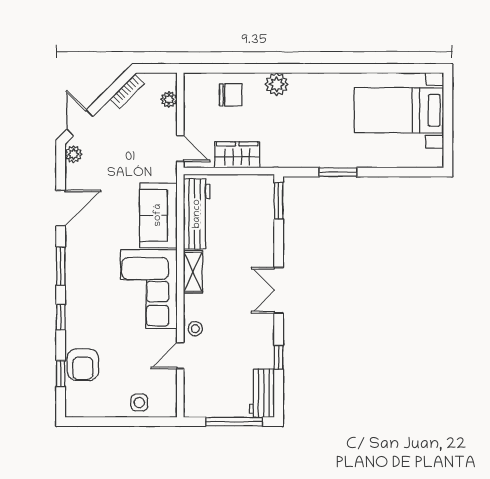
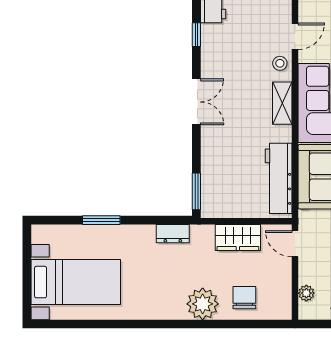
plant: (277, 84) -> (203, 304), width x1.36, depth x1.36
chair: (231, 95) -> (244, 298), turned 90
dresser: (302, 159) -> (173, 234), added
window: (338, 172) -> (101, 220), moved
shelving: (193, 272) -> (282, 103), moved

